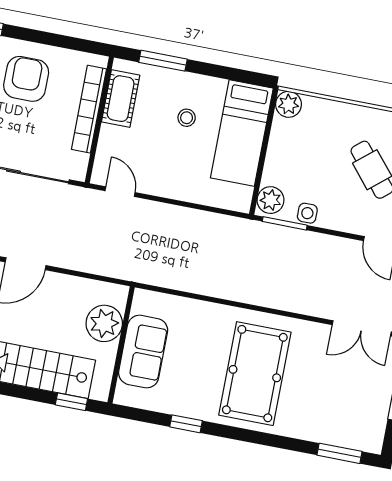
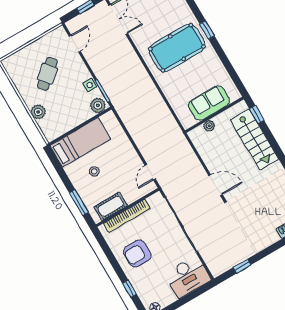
plant: (288, 104) -> (38, 112), moved
plant: (104, 323) -> (209, 126), width x0.53, depth x0.53
window: (186, 424) -> (207, 30), moved

